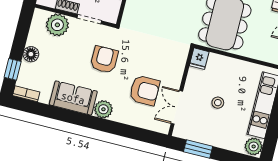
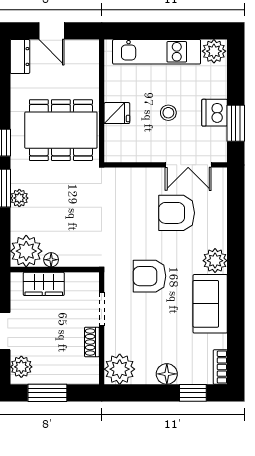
plant: (57, 25) -> (120, 369), moved
fridge: (199, 59) -> (117, 113), moved
armchair: (145, 90) -> (177, 213), turned -90
dishwasher: (209, 136) -> (215, 113), added

